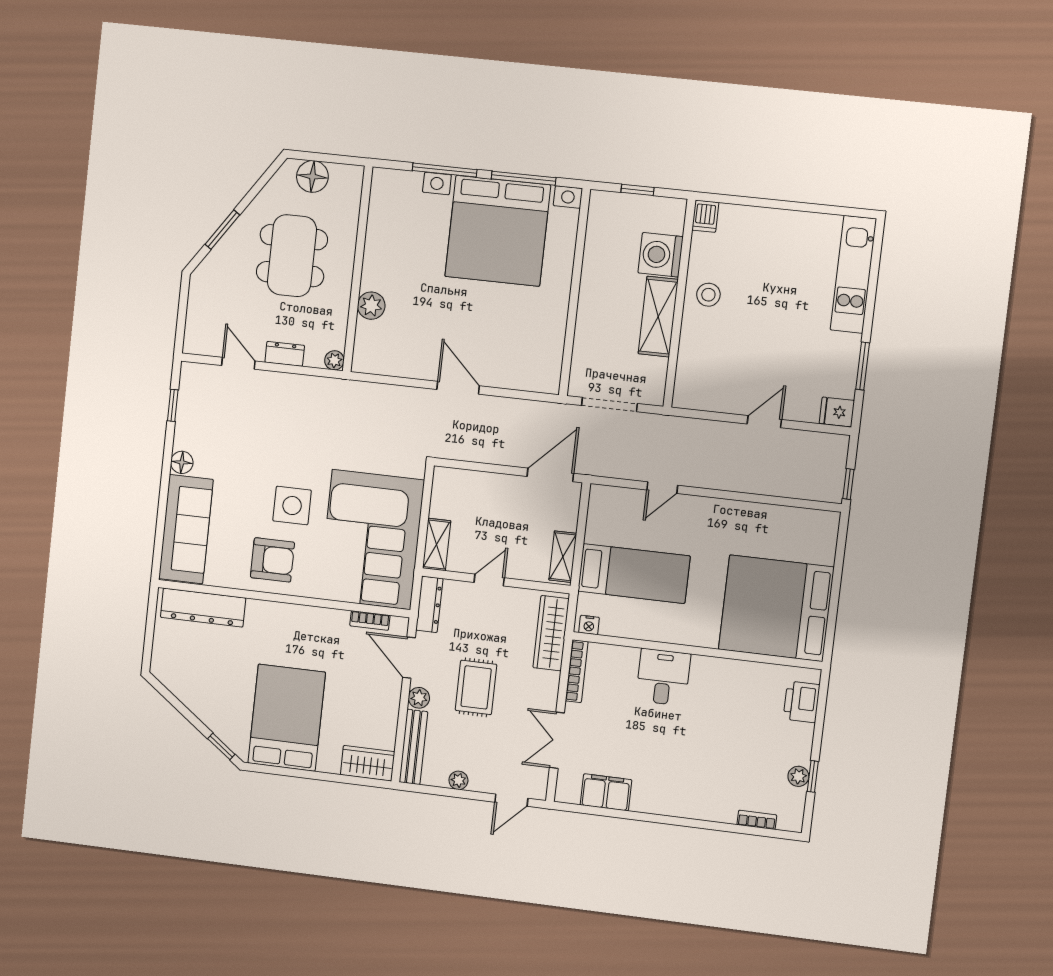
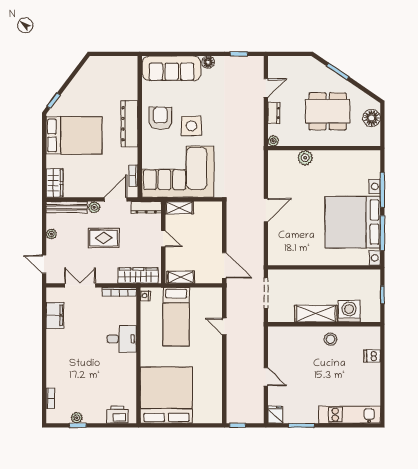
dishwasher: (705, 216) -> (372, 356), moved
armchair: (272, 560) -> (160, 118), turned 180
dresser: (203, 608) -> (129, 124), moved

